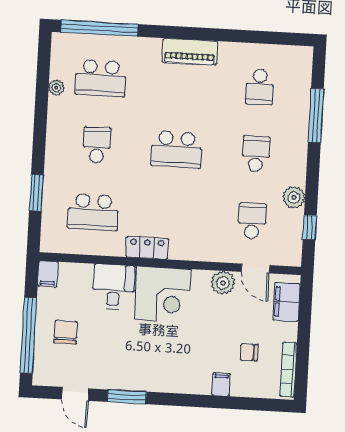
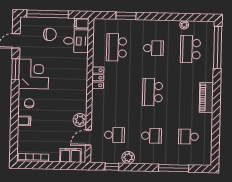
desk: (114, 287) -> (76, 41), moved
corner desk: (162, 294) -> (34, 74), moved, turned 180
chair: (249, 352) -> (29, 103), moved

